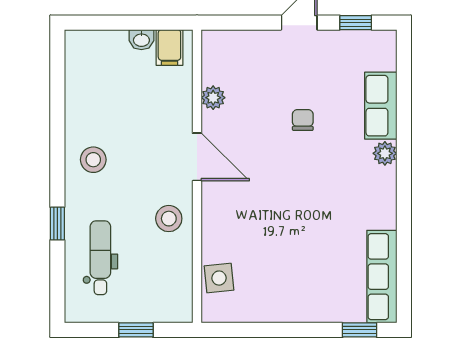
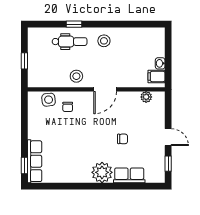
plant: (213, 98) -> (146, 97), moved
plant: (385, 153) -> (102, 172), width x1.88, depth x1.88
chair: (234, 237) -> (68, 107), added
dental chair: (100, 258) -> (70, 42), moved
row of seats: (382, 277) -> (35, 161), moved, turned 90

